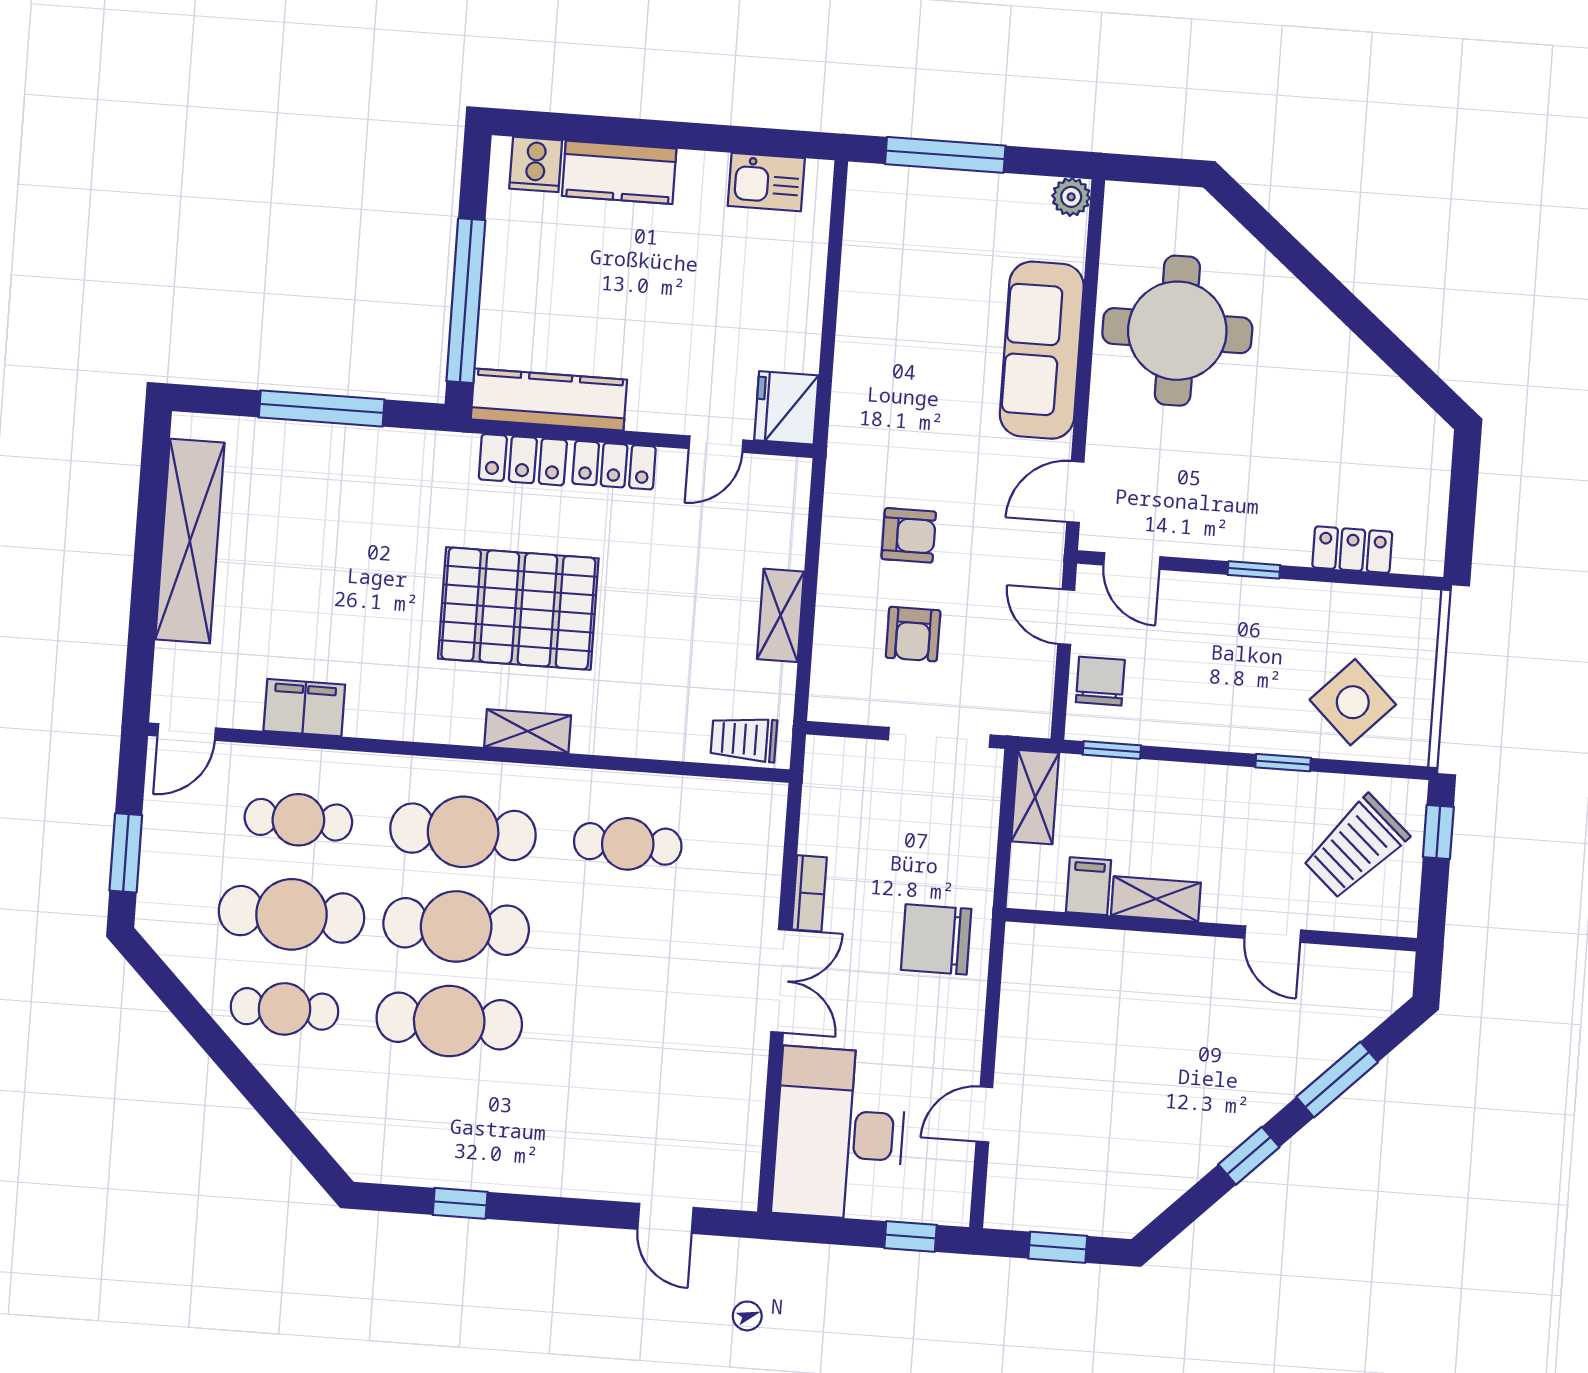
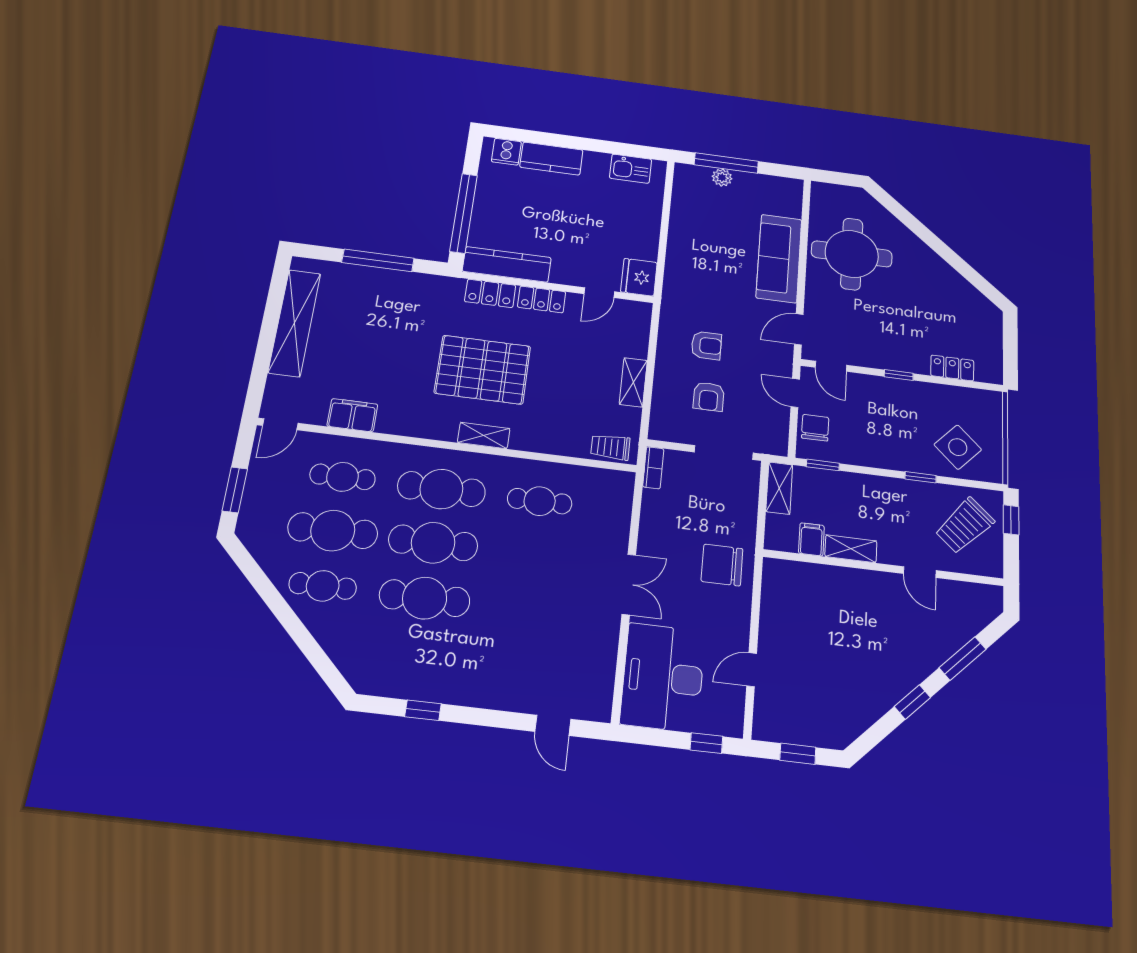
plant: (1071, 197) -> (722, 177), moved
bookcase: (809, 893) -> (653, 468), moved

